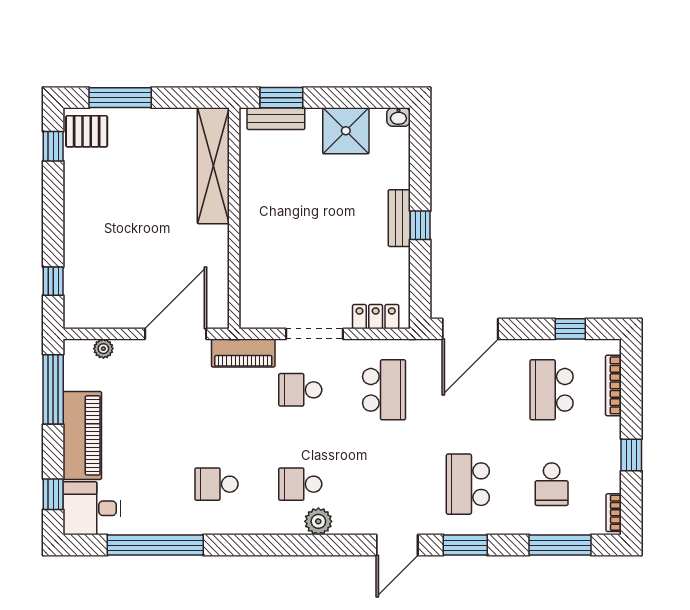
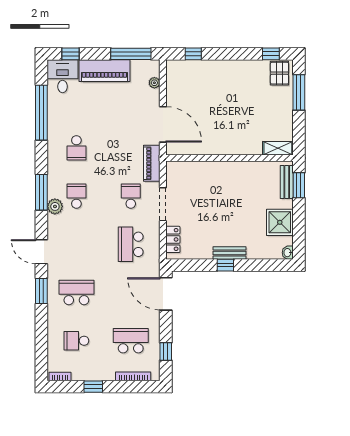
shelving: (213, 166) -> (278, 148), width x0.45, depth x0.75
school desk: (384, 390) -> (131, 244), turned 90
school desk: (217, 484) -> (76, 148), turned 180
window: (560, 545) -> (41, 192), moved

